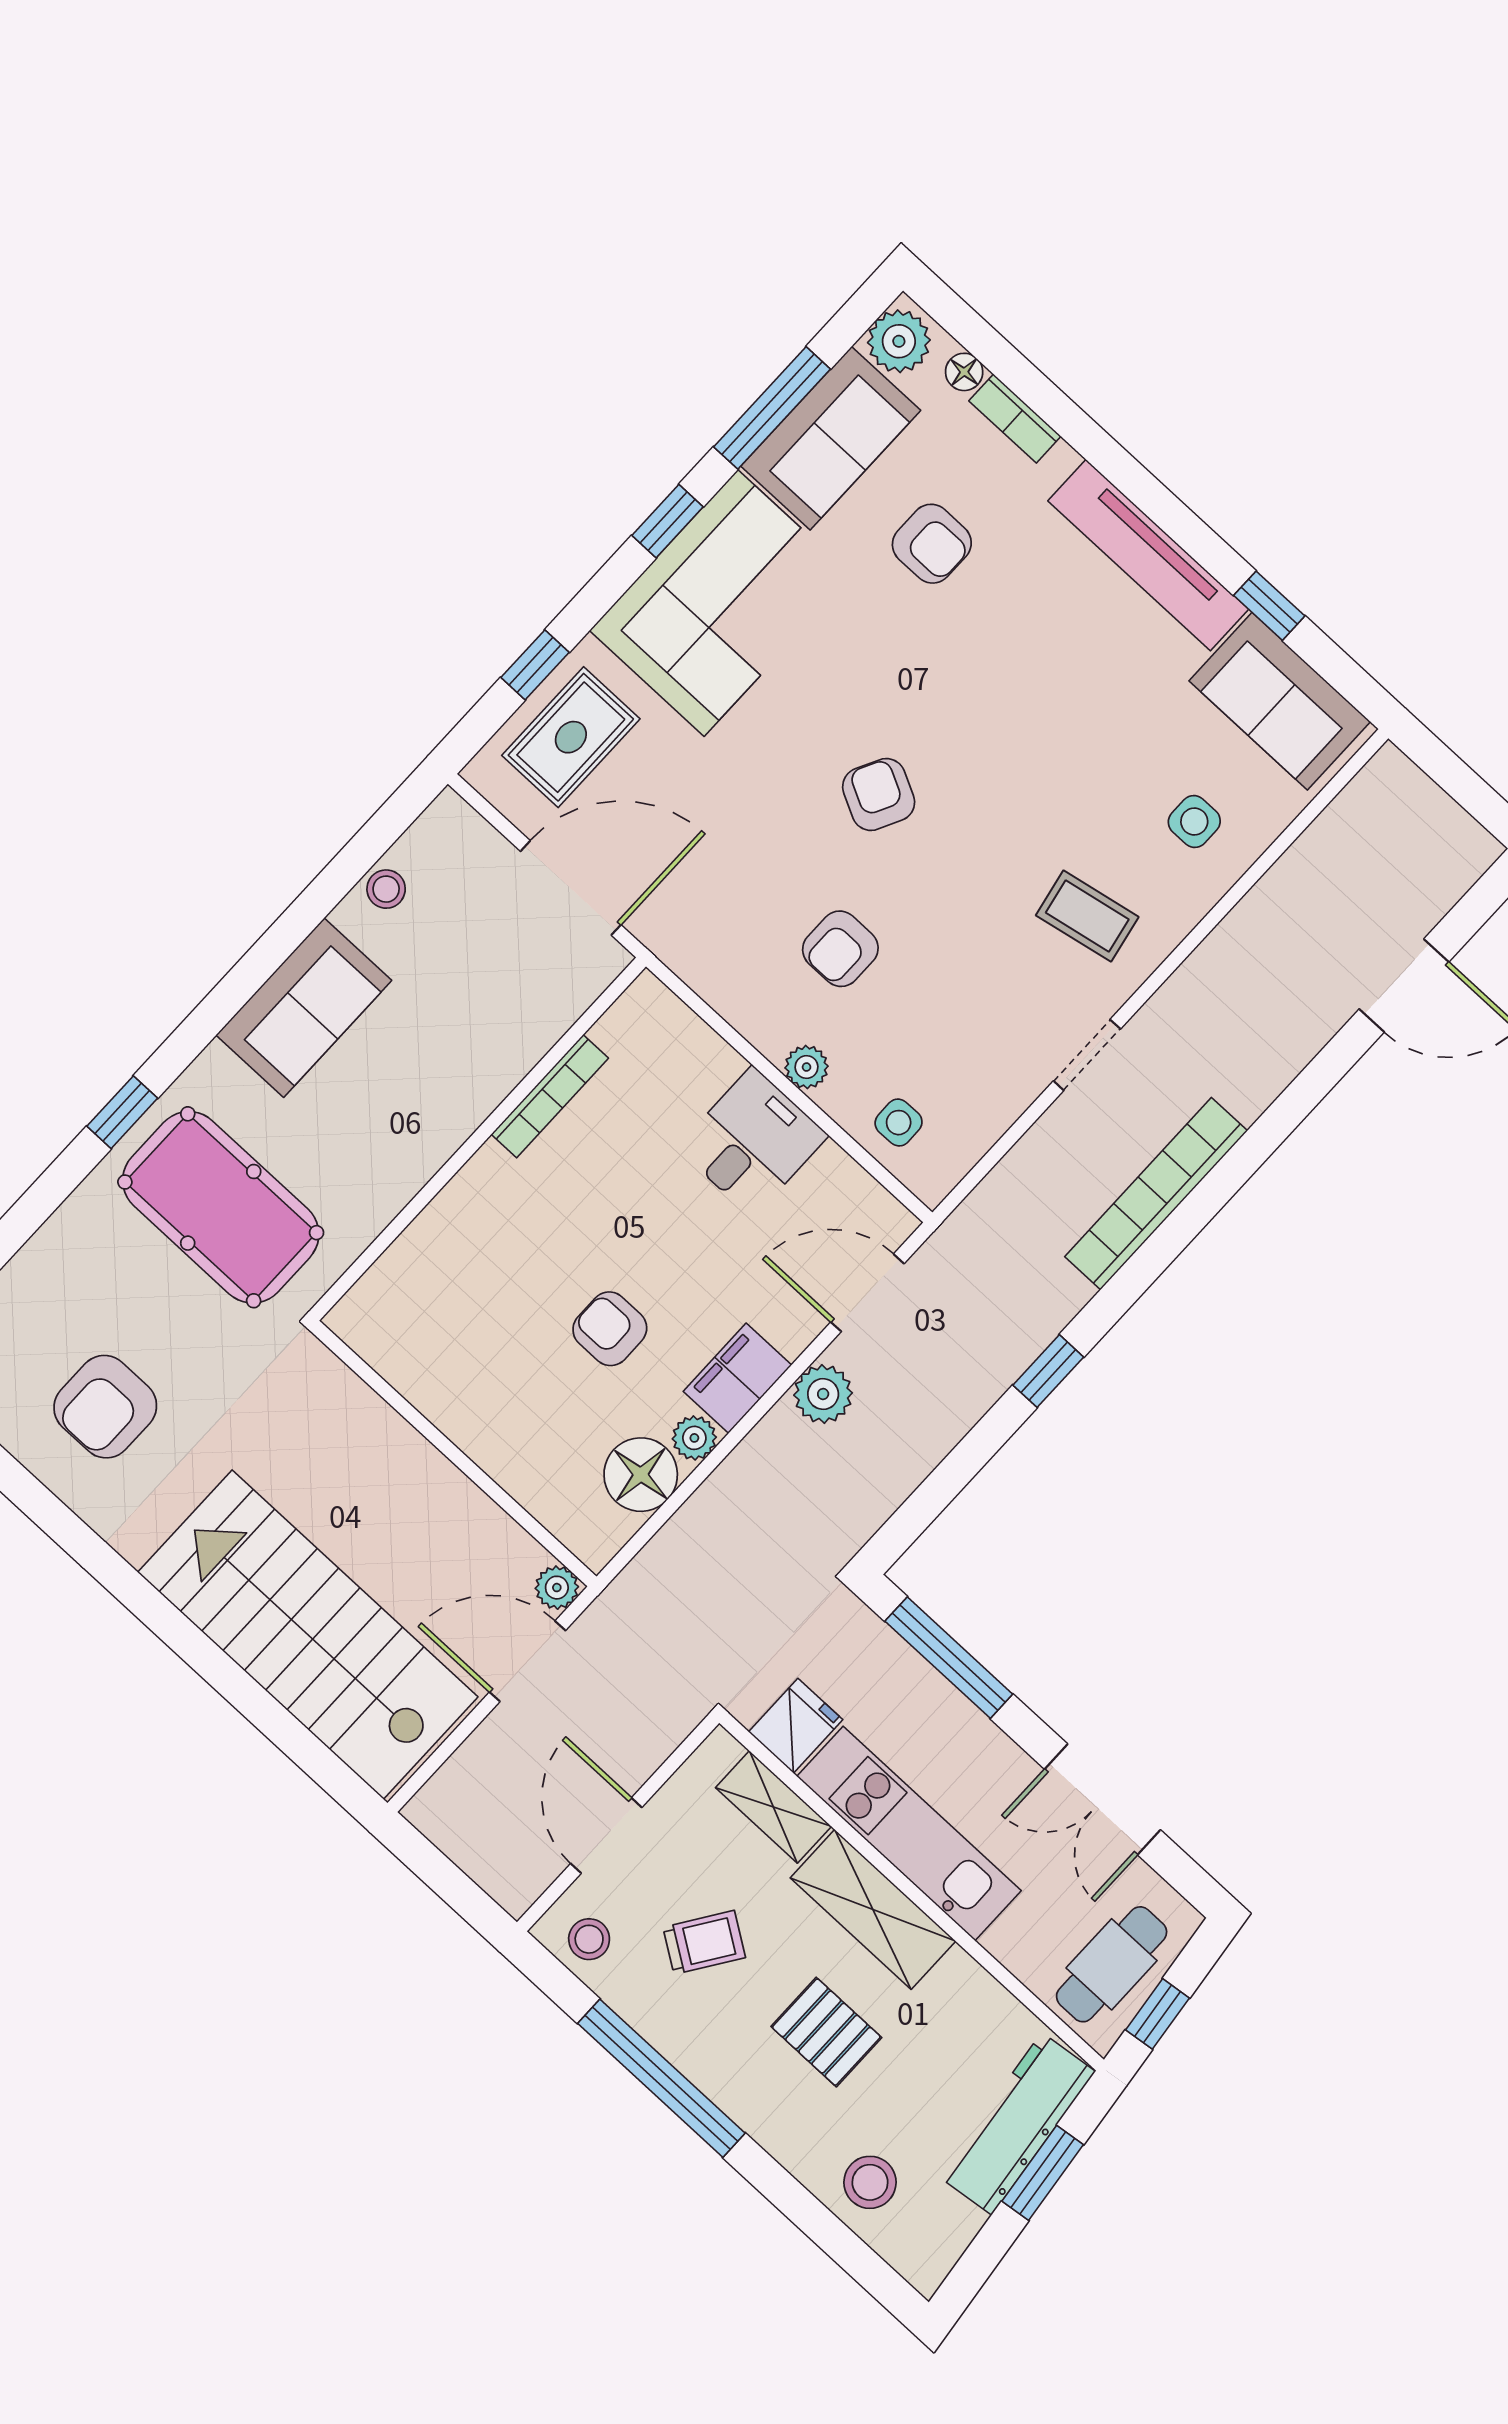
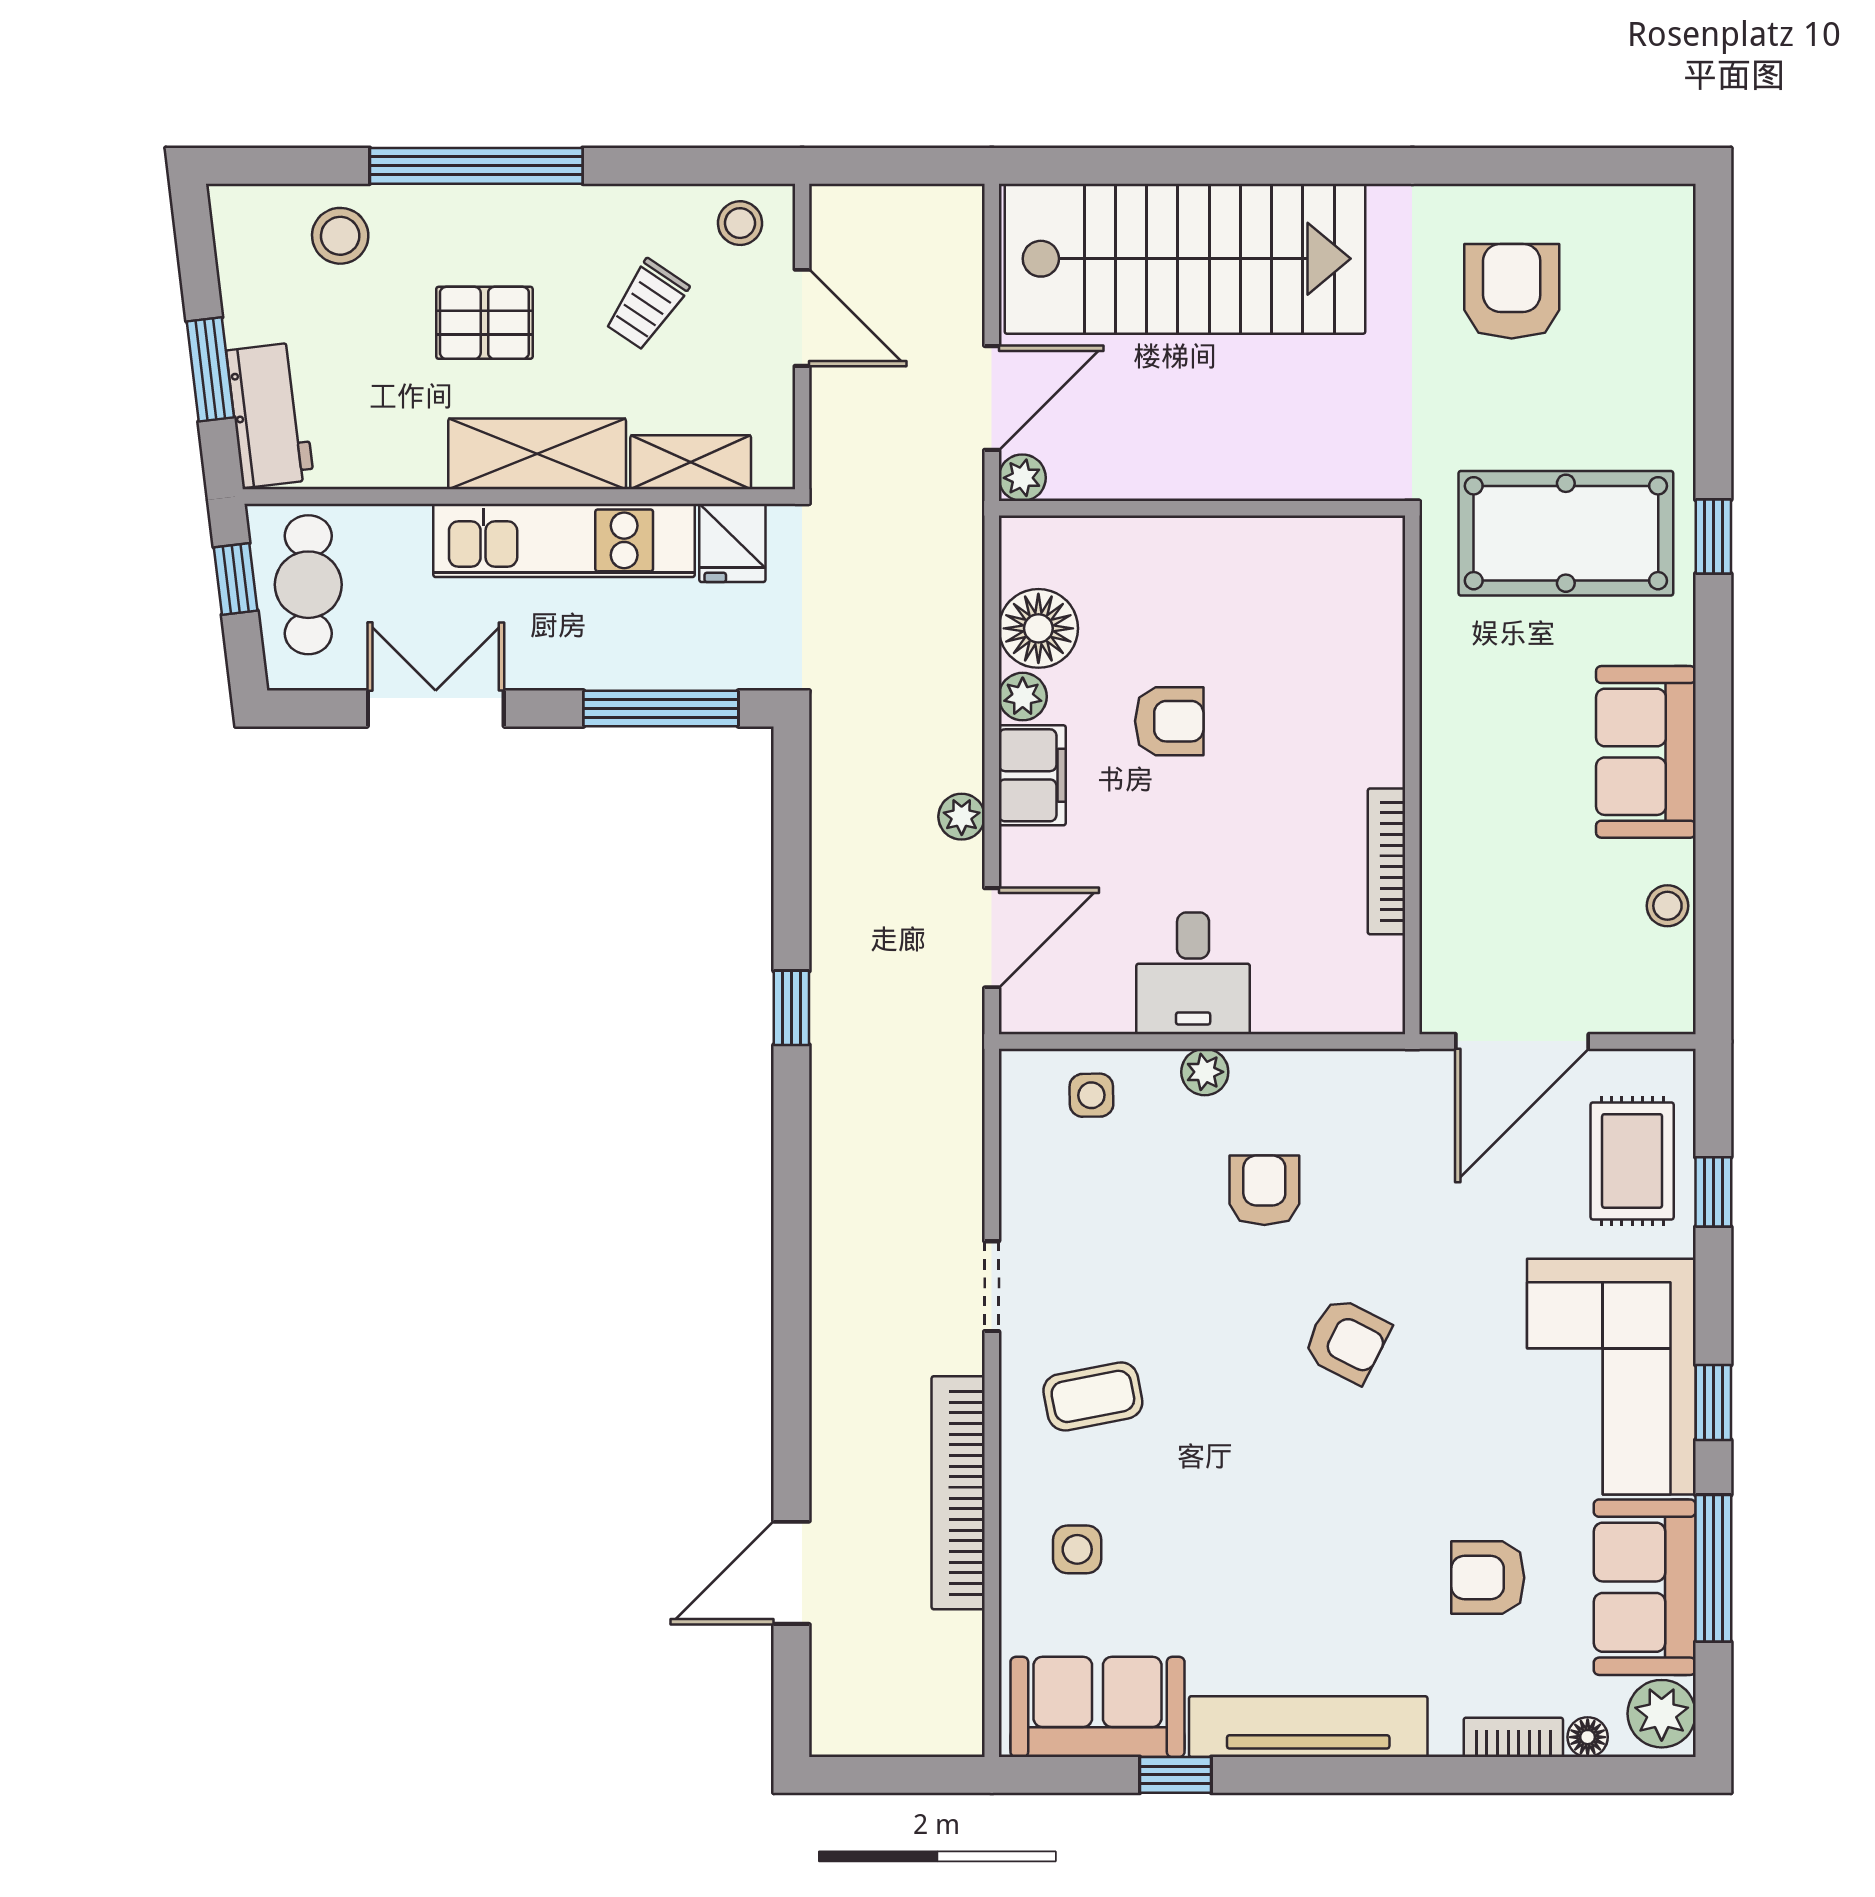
bookcase: (1156, 1194) -> (958, 1493), moved, turned 180
plant: (823, 1394) -> (962, 817), width x0.73, depth x0.73
window: (661, 2078) -> (476, 166), moved
workbench: (1017, 2124) -> (270, 415), width x0.73

